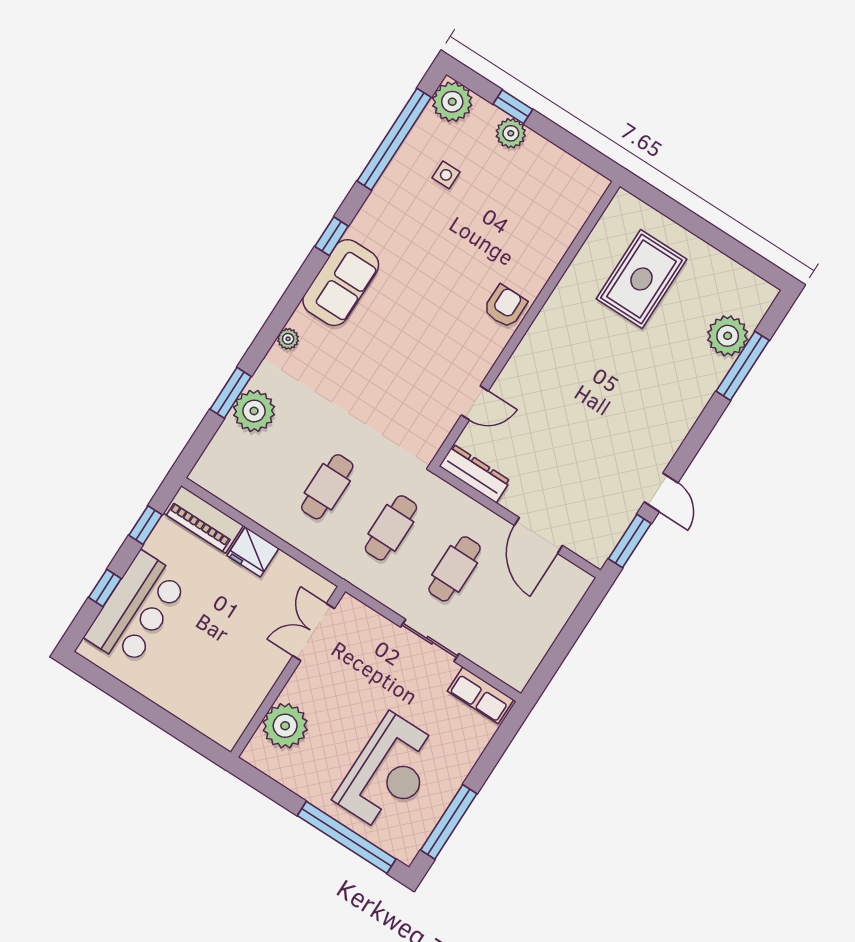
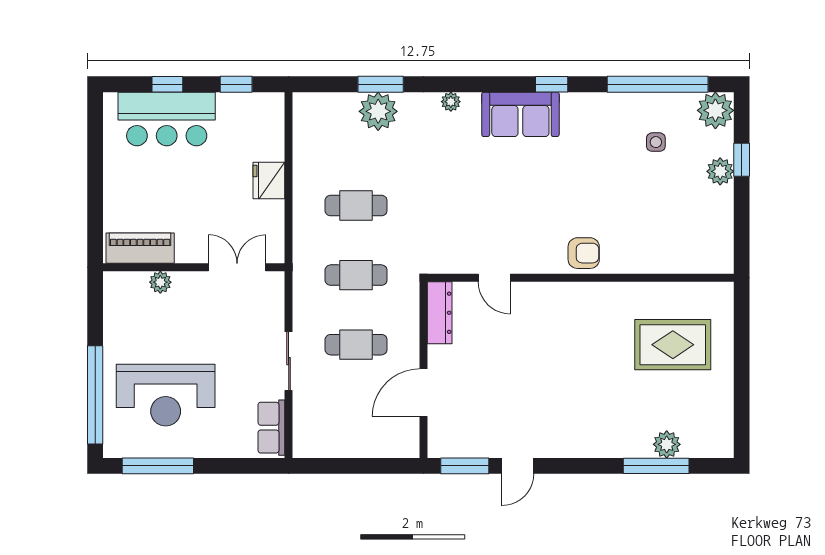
plant: (728, 336) -> (667, 444), width x0.73, depth x0.73
piano: (203, 519) -> (140, 248), moved, turned 90
plant: (285, 726) -> (160, 282), width x0.53, depth x0.53

